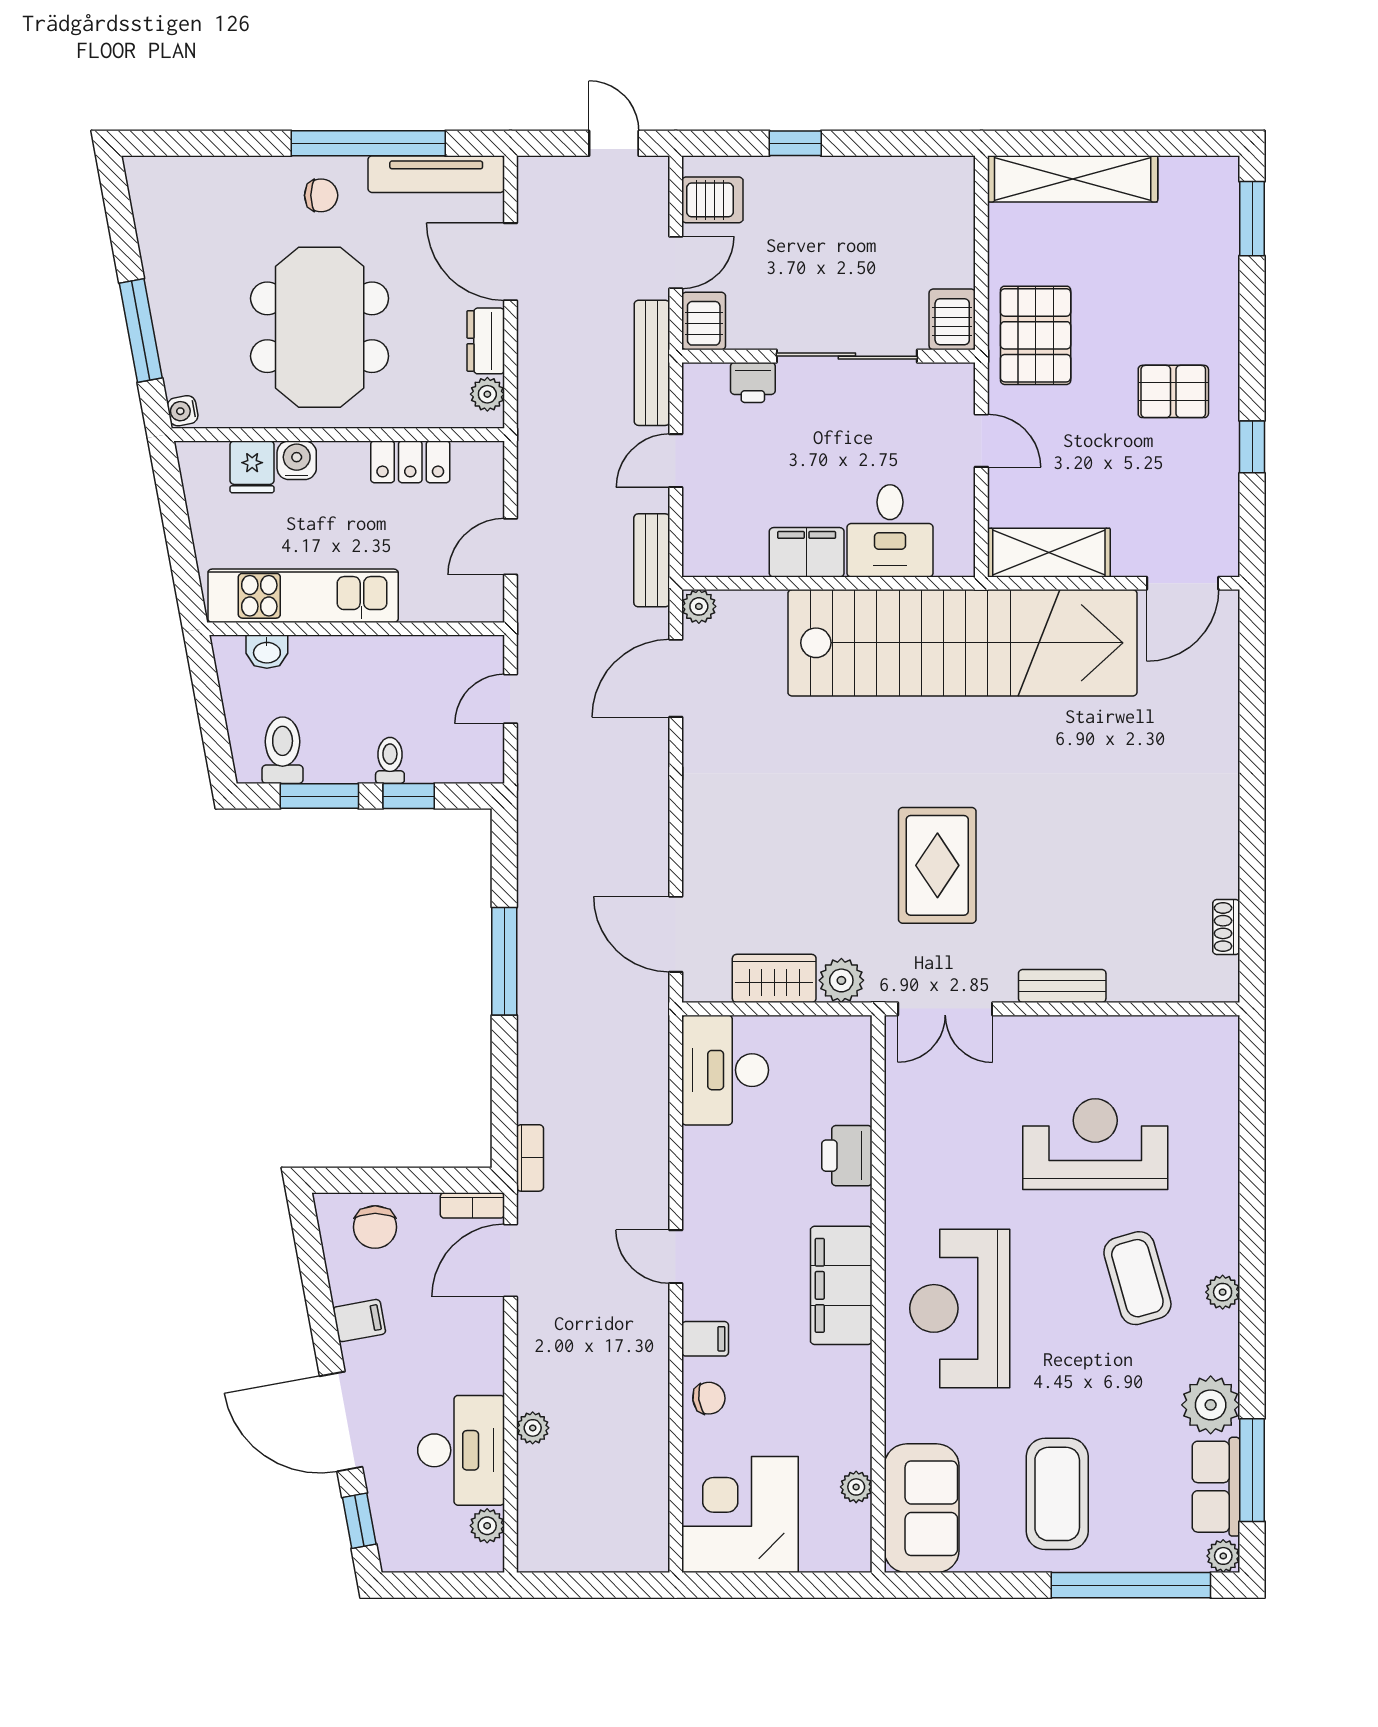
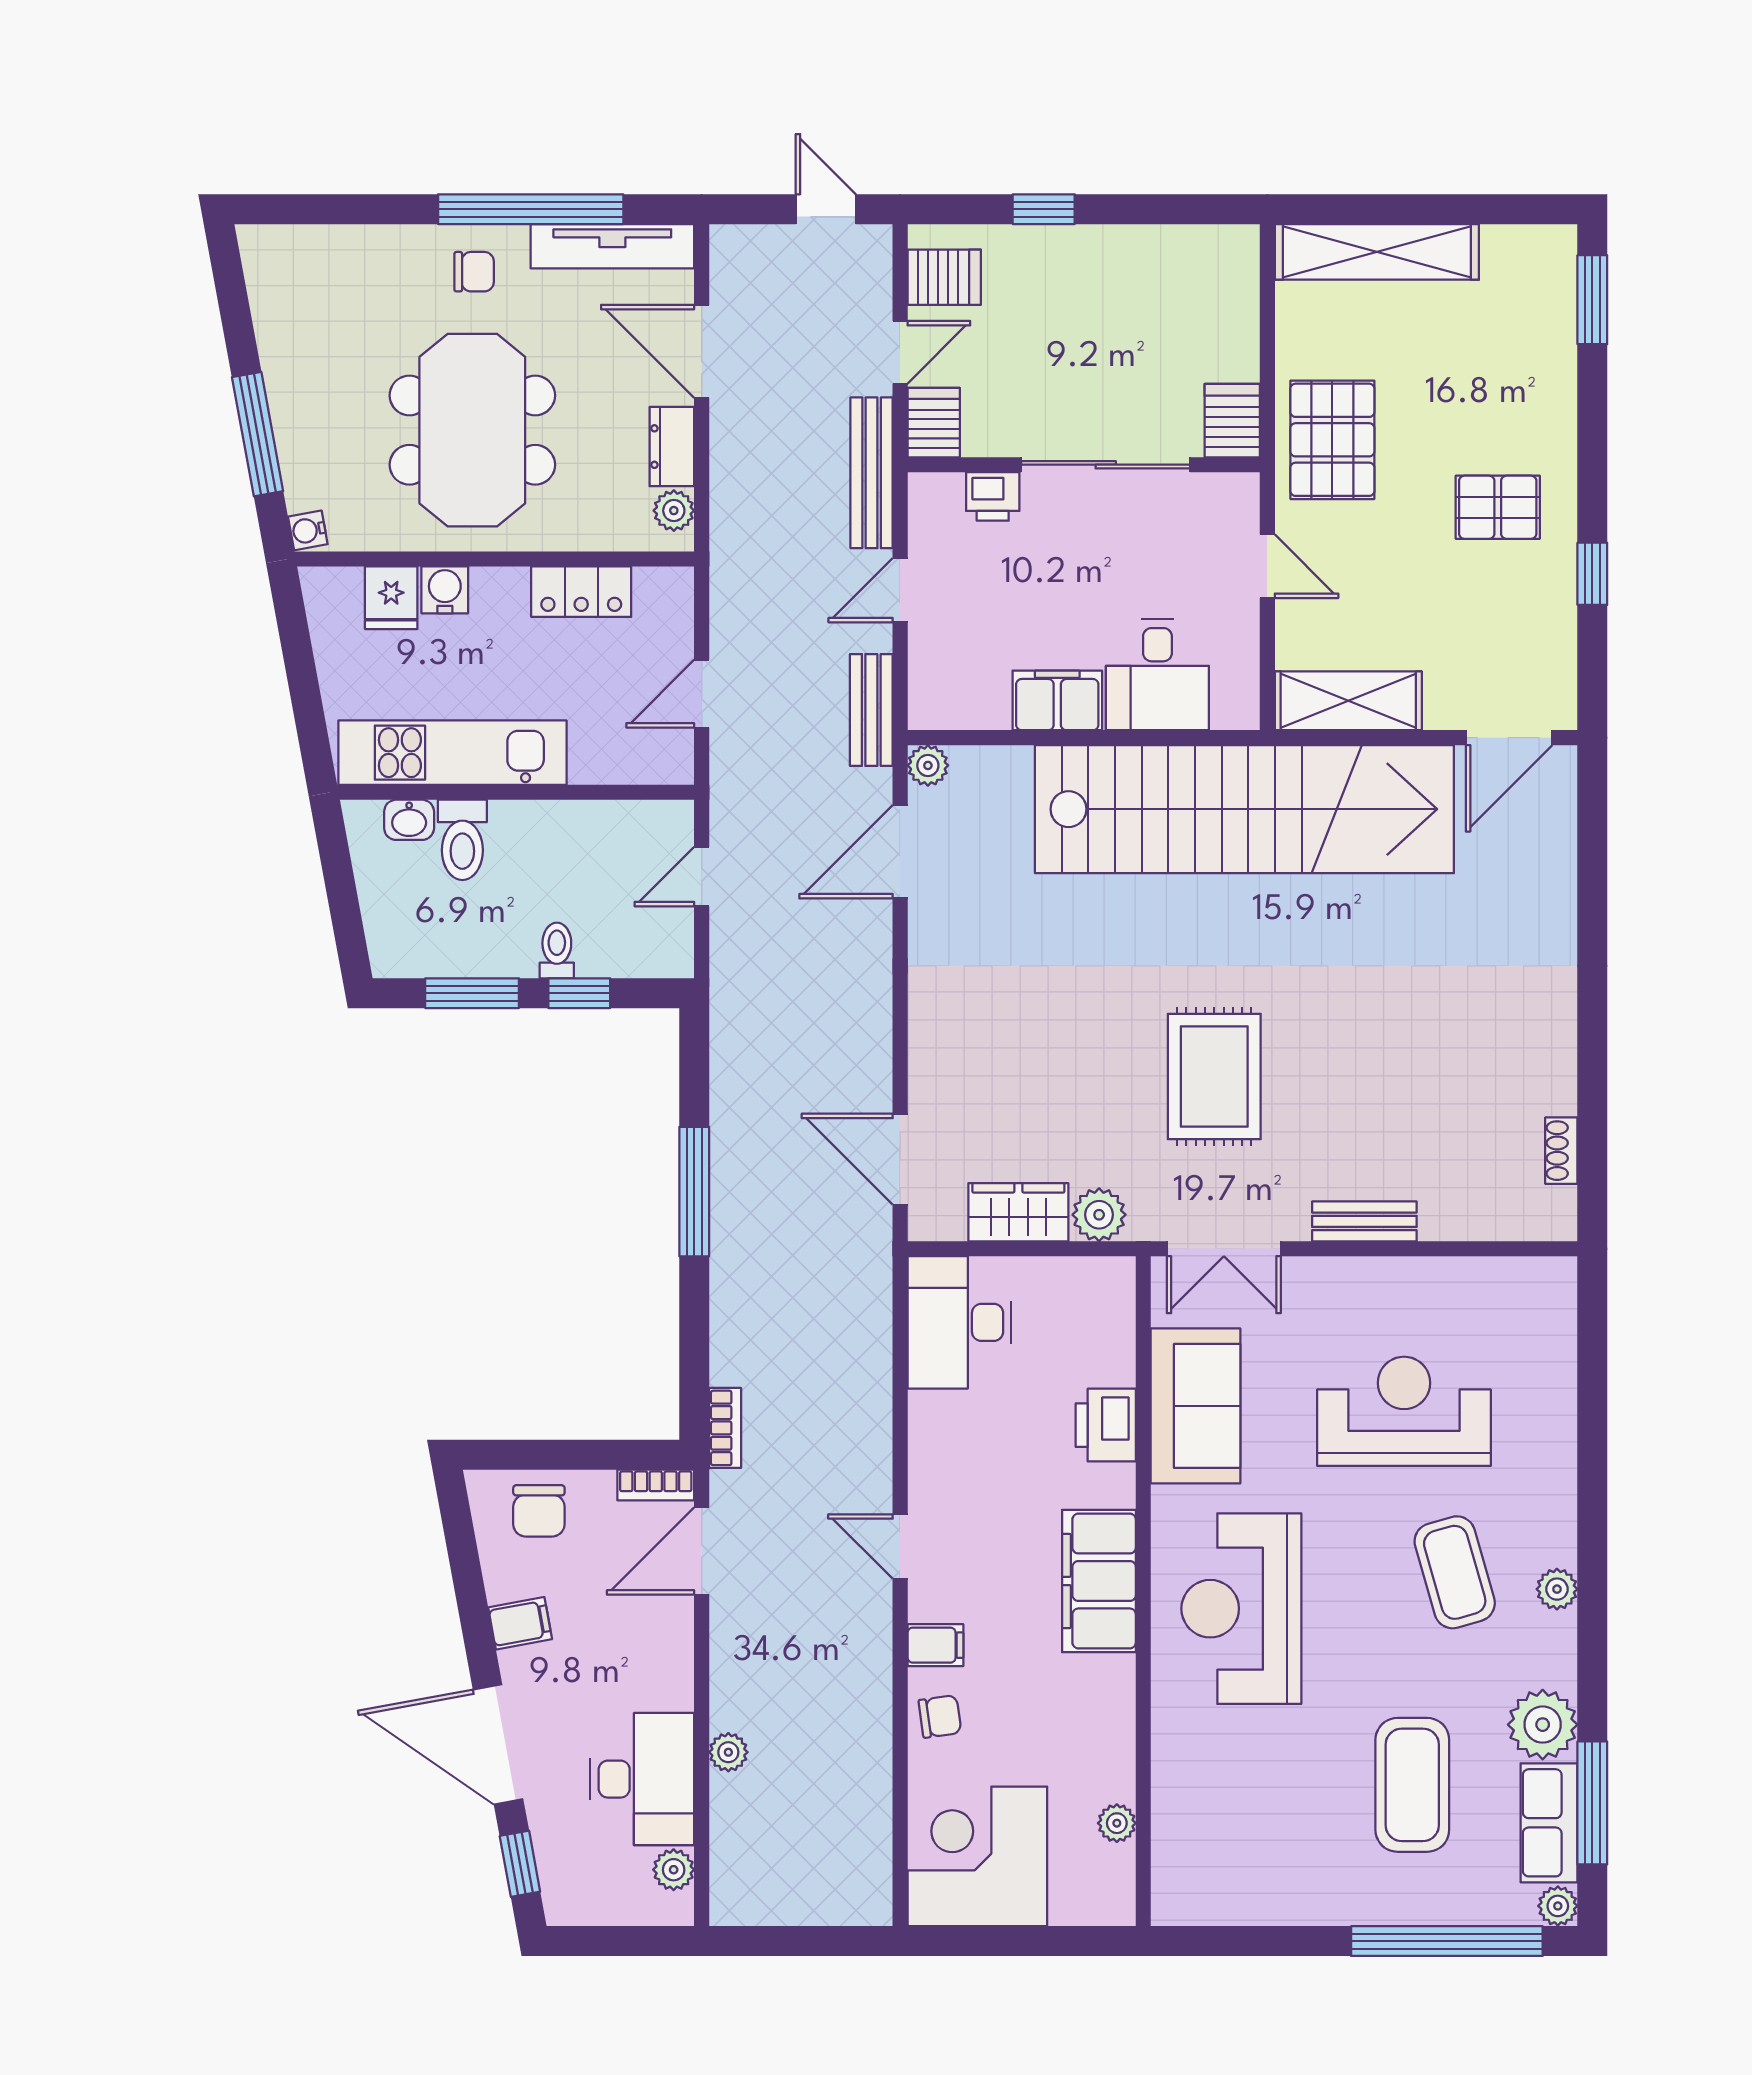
toilet: (283, 750) -> (462, 840), moved, turned 180
coffee table: (1057, 1494) -> (1412, 1785), moved
sofa: (922, 1508) -> (1195, 1406), moved

